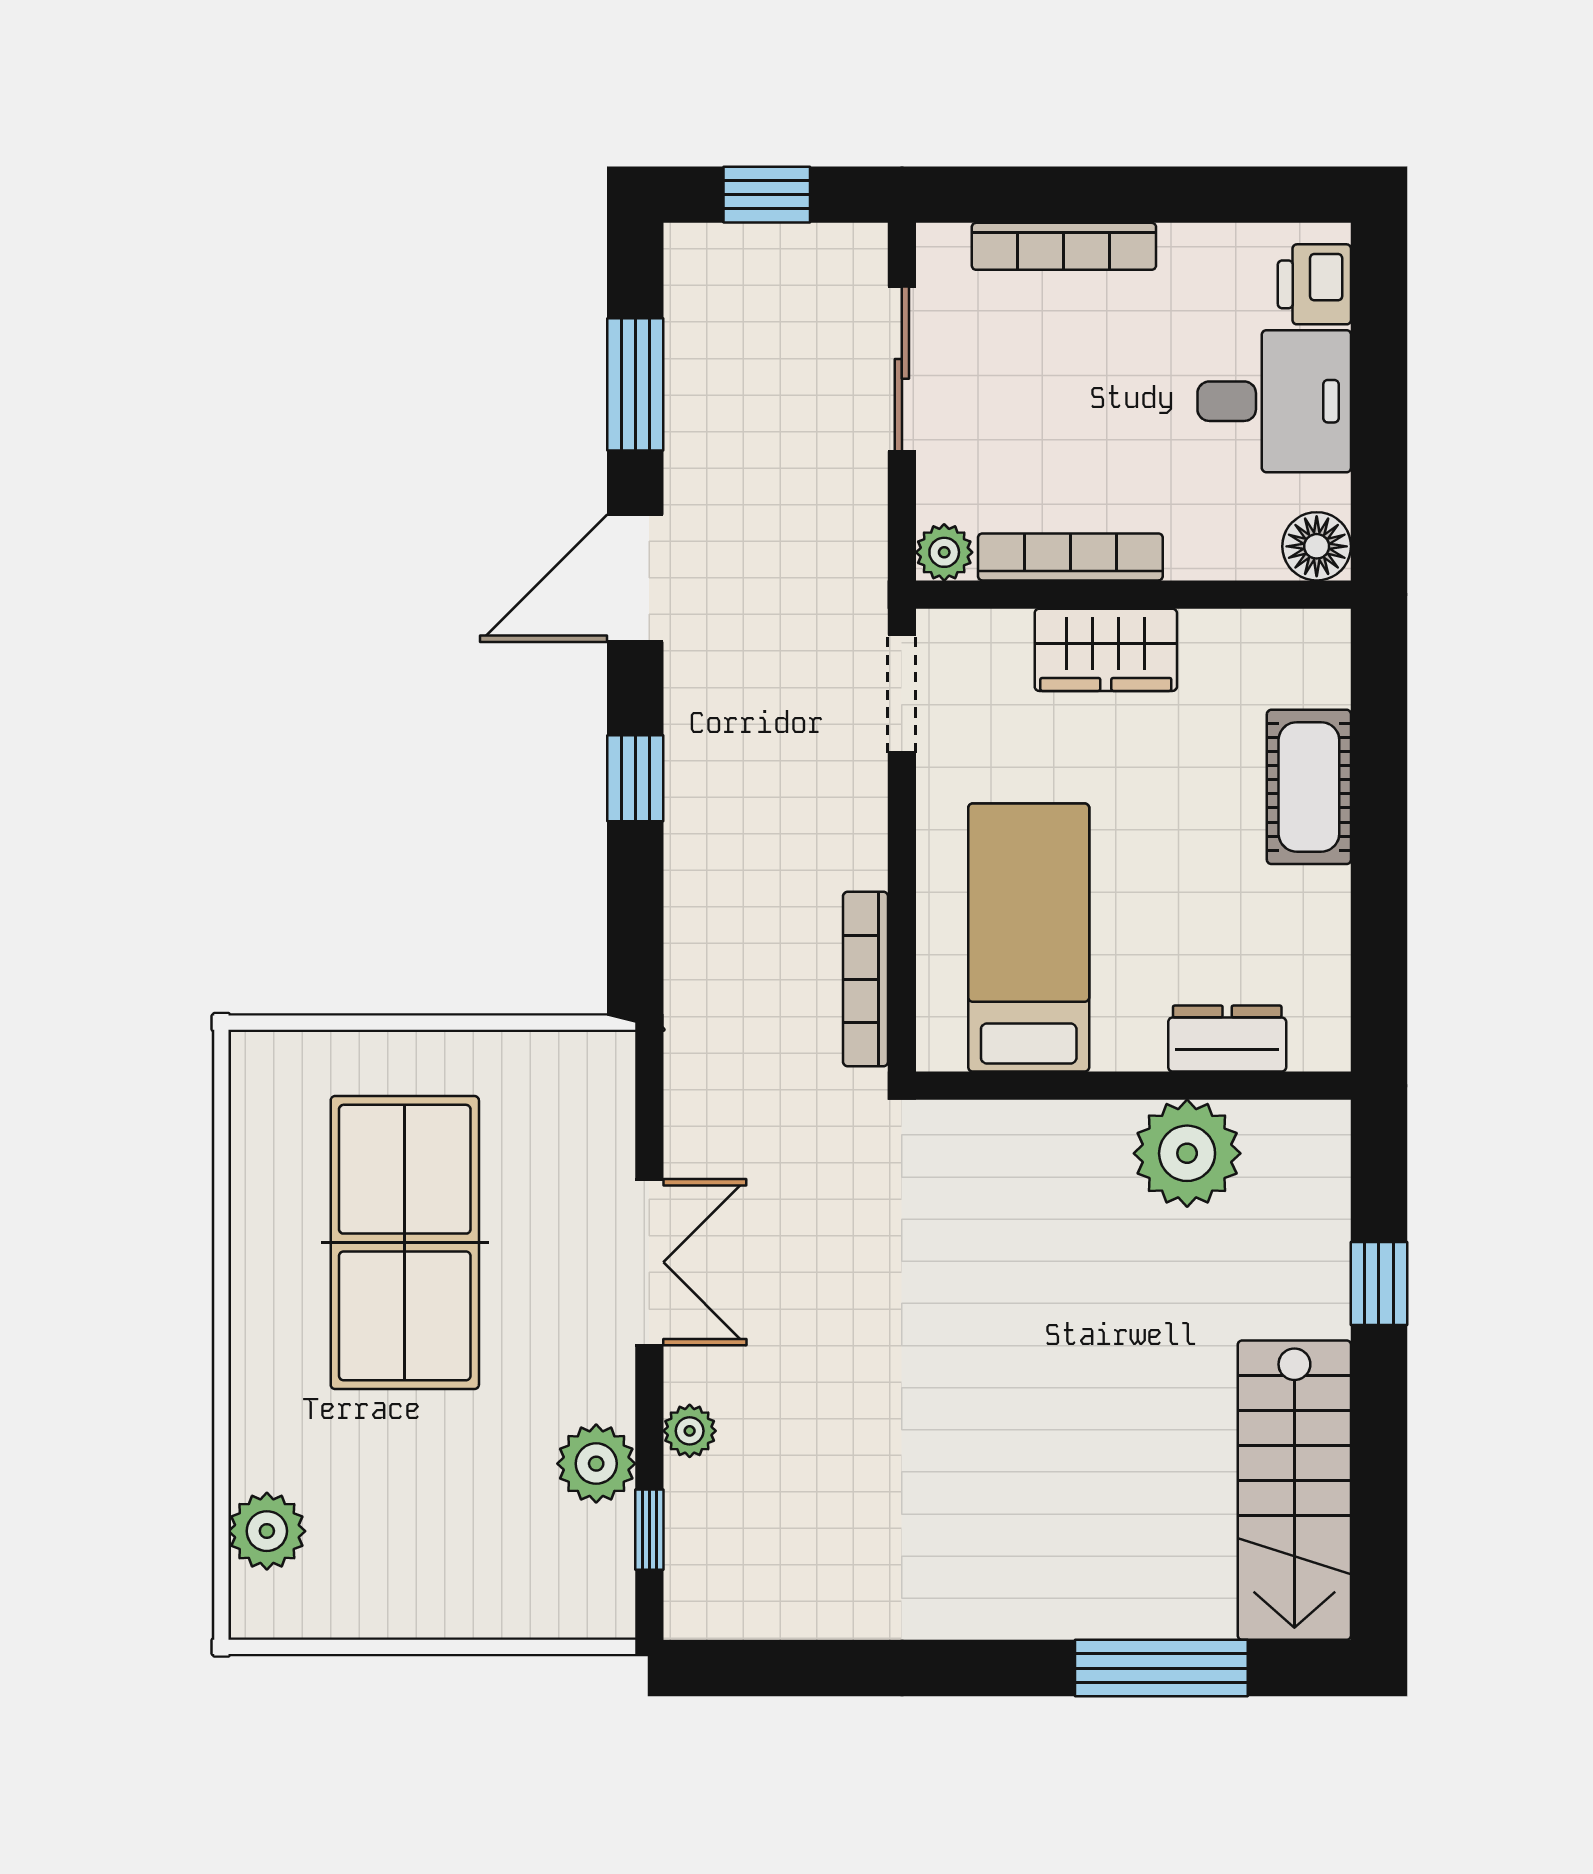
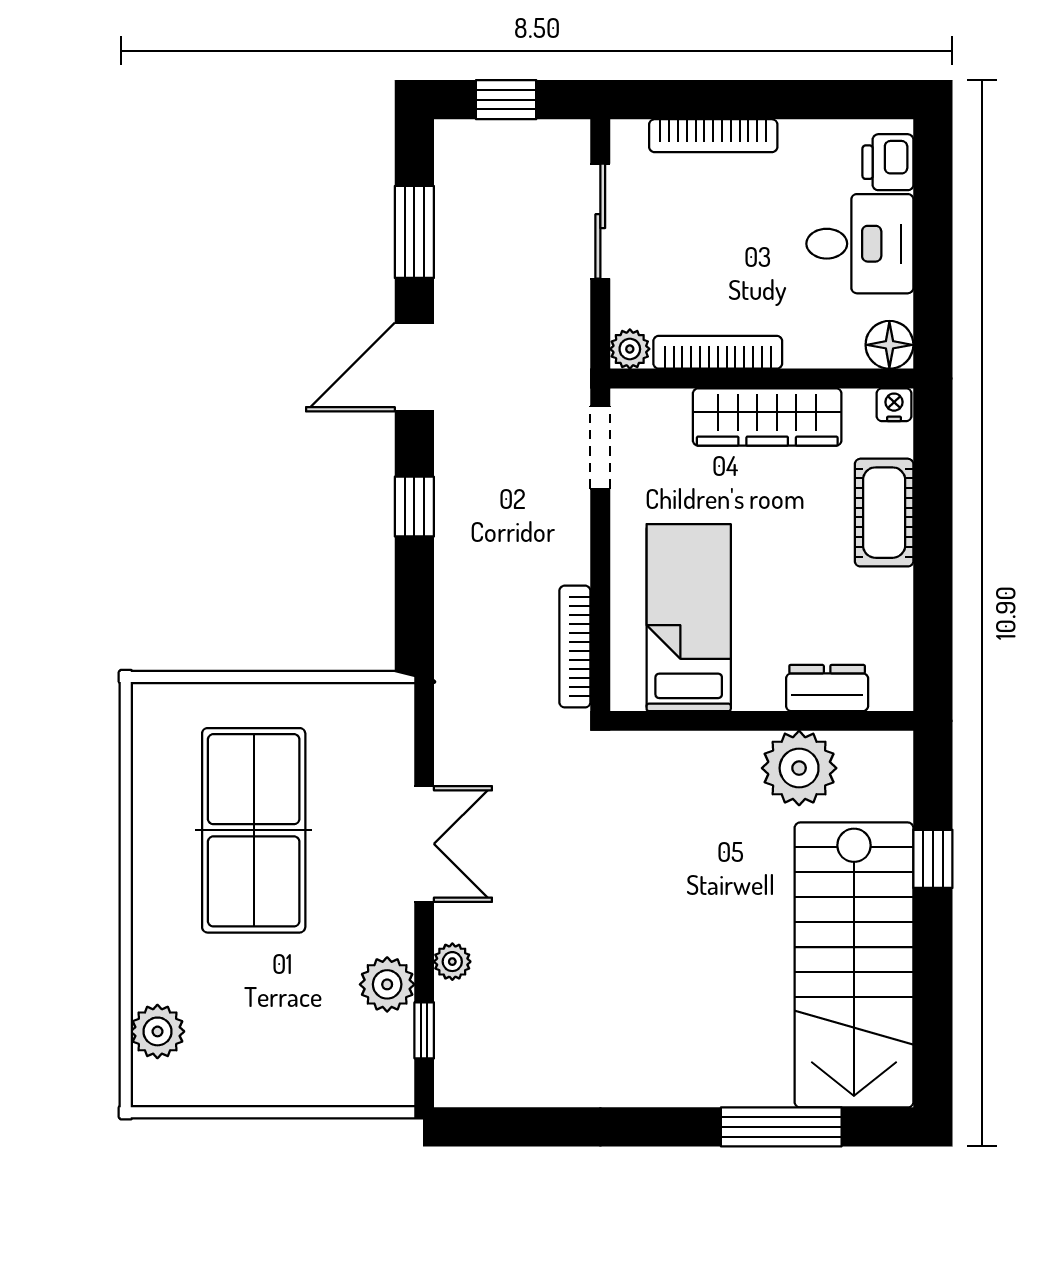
nightstand: (1323, 632) -> (894, 405), added
wardrobe: (1106, 650) -> (767, 417), width x1.50
stairs: (1294, 1490) -> (854, 965), width x1.36, depth x1.51

